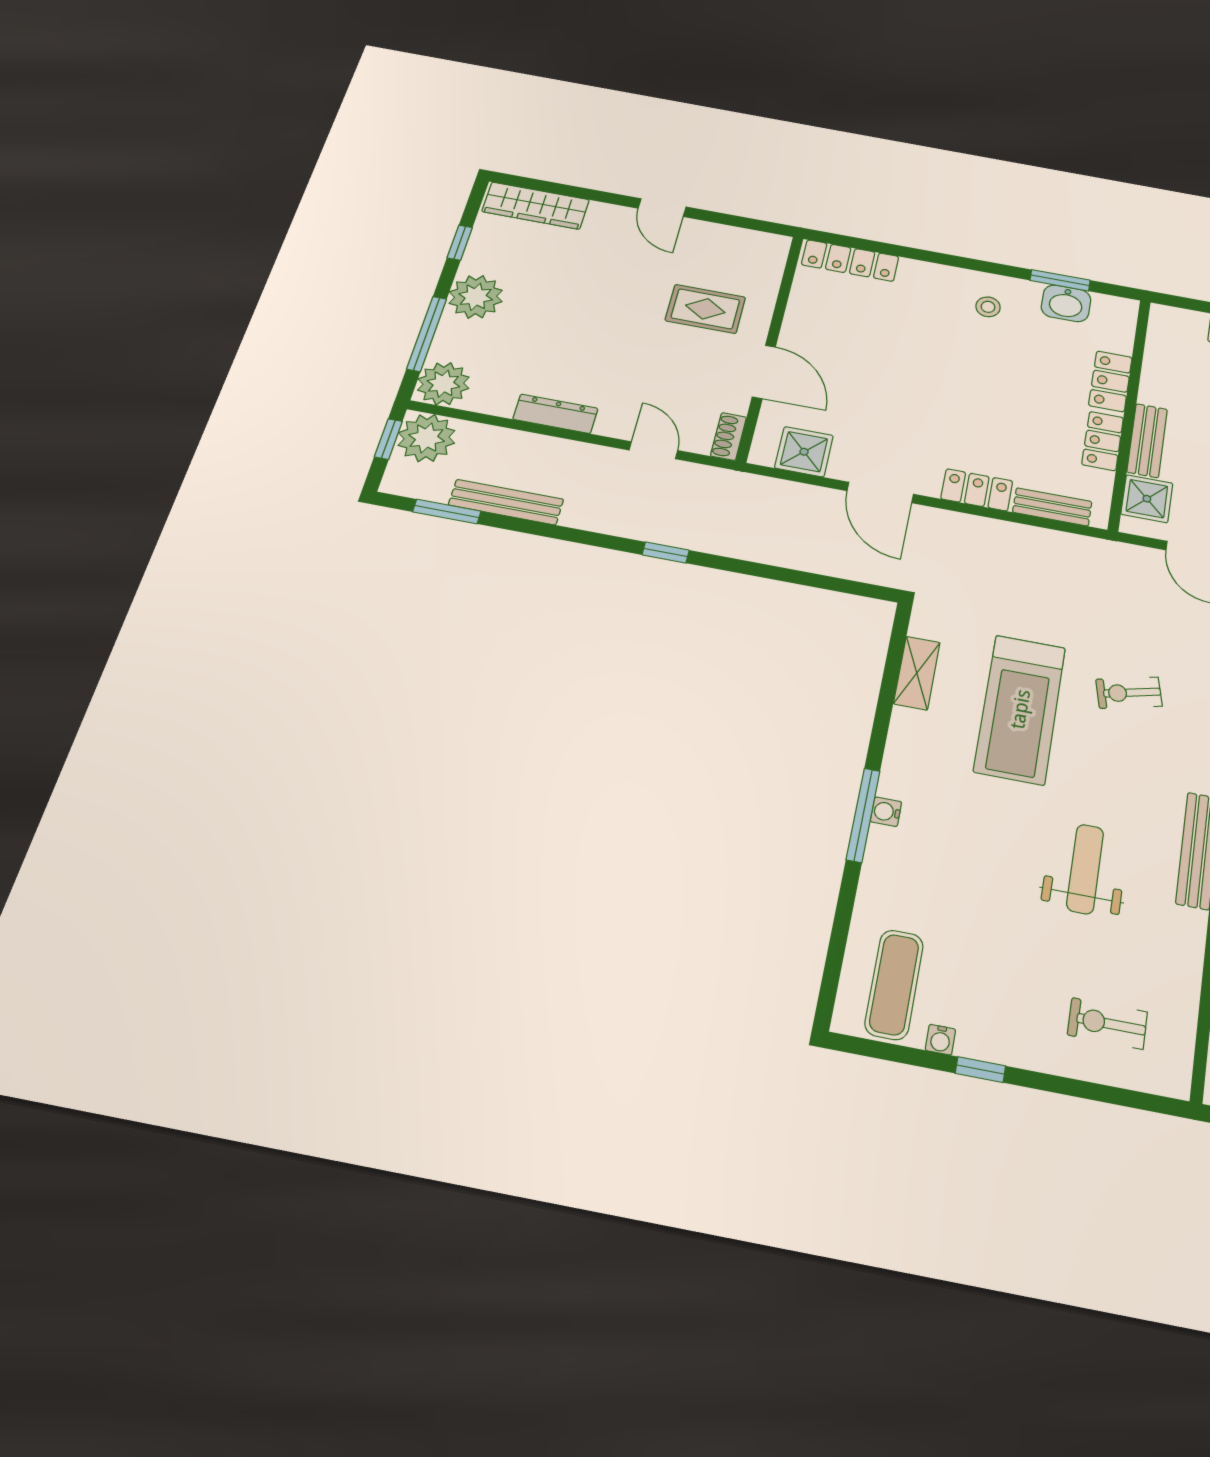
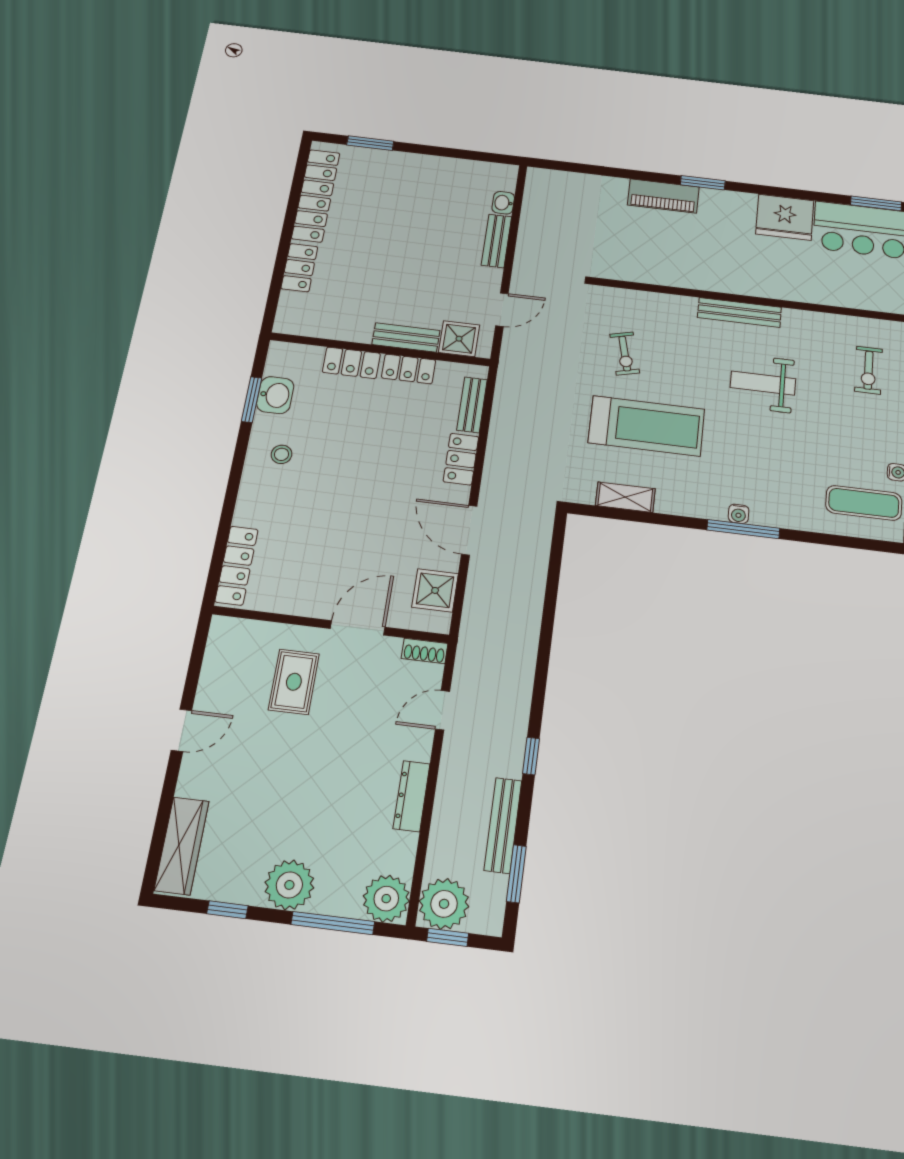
door: (880, 492) -> (469, 530), swing flipped
window: (666, 553) -> (531, 756), moved

